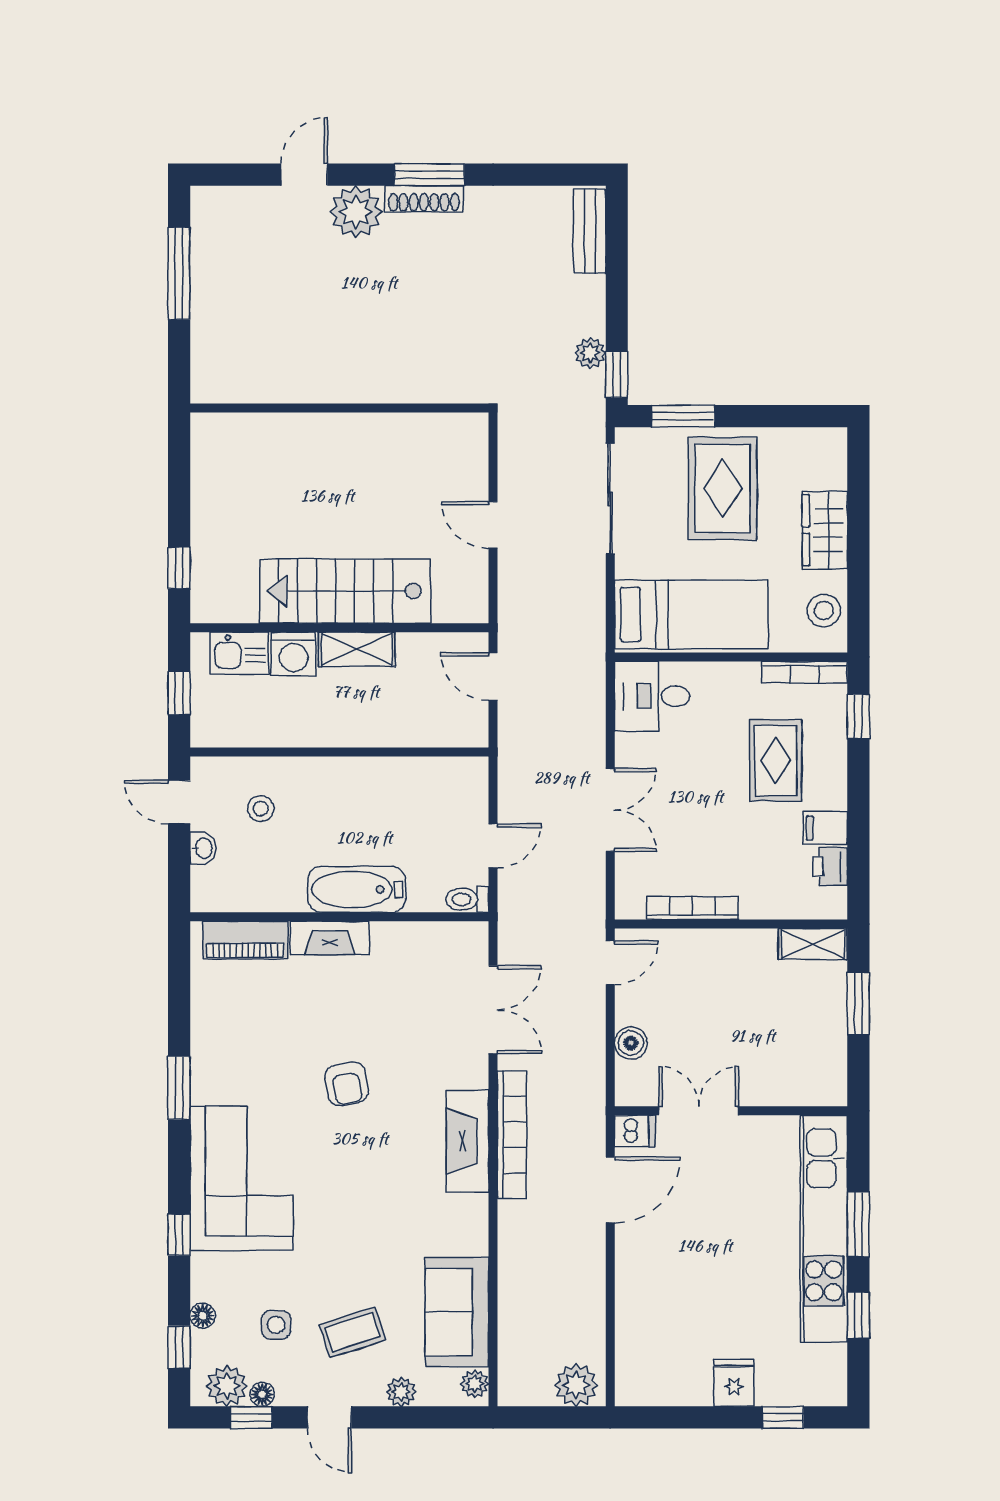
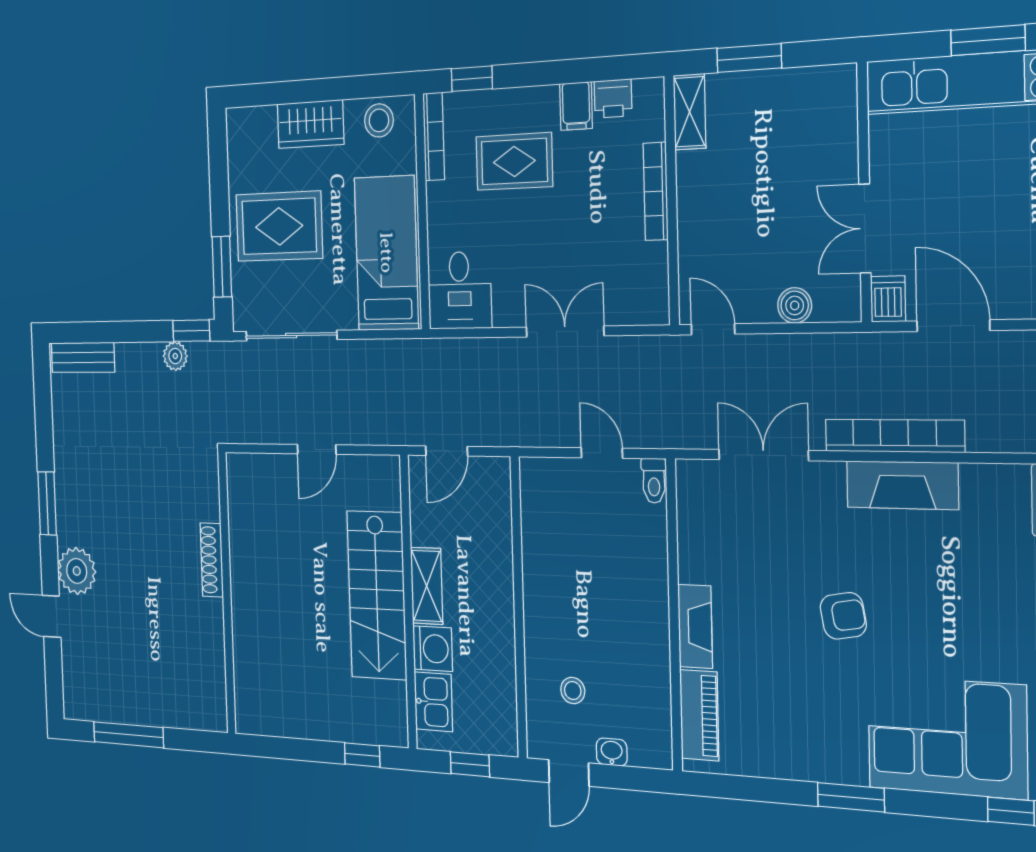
shoe rack: (424, 199) -> (212, 560), moved, turned 180
bathtub: (357, 889) -> (647, 596), removed
bookcase: (693, 908) -> (656, 191), moved

